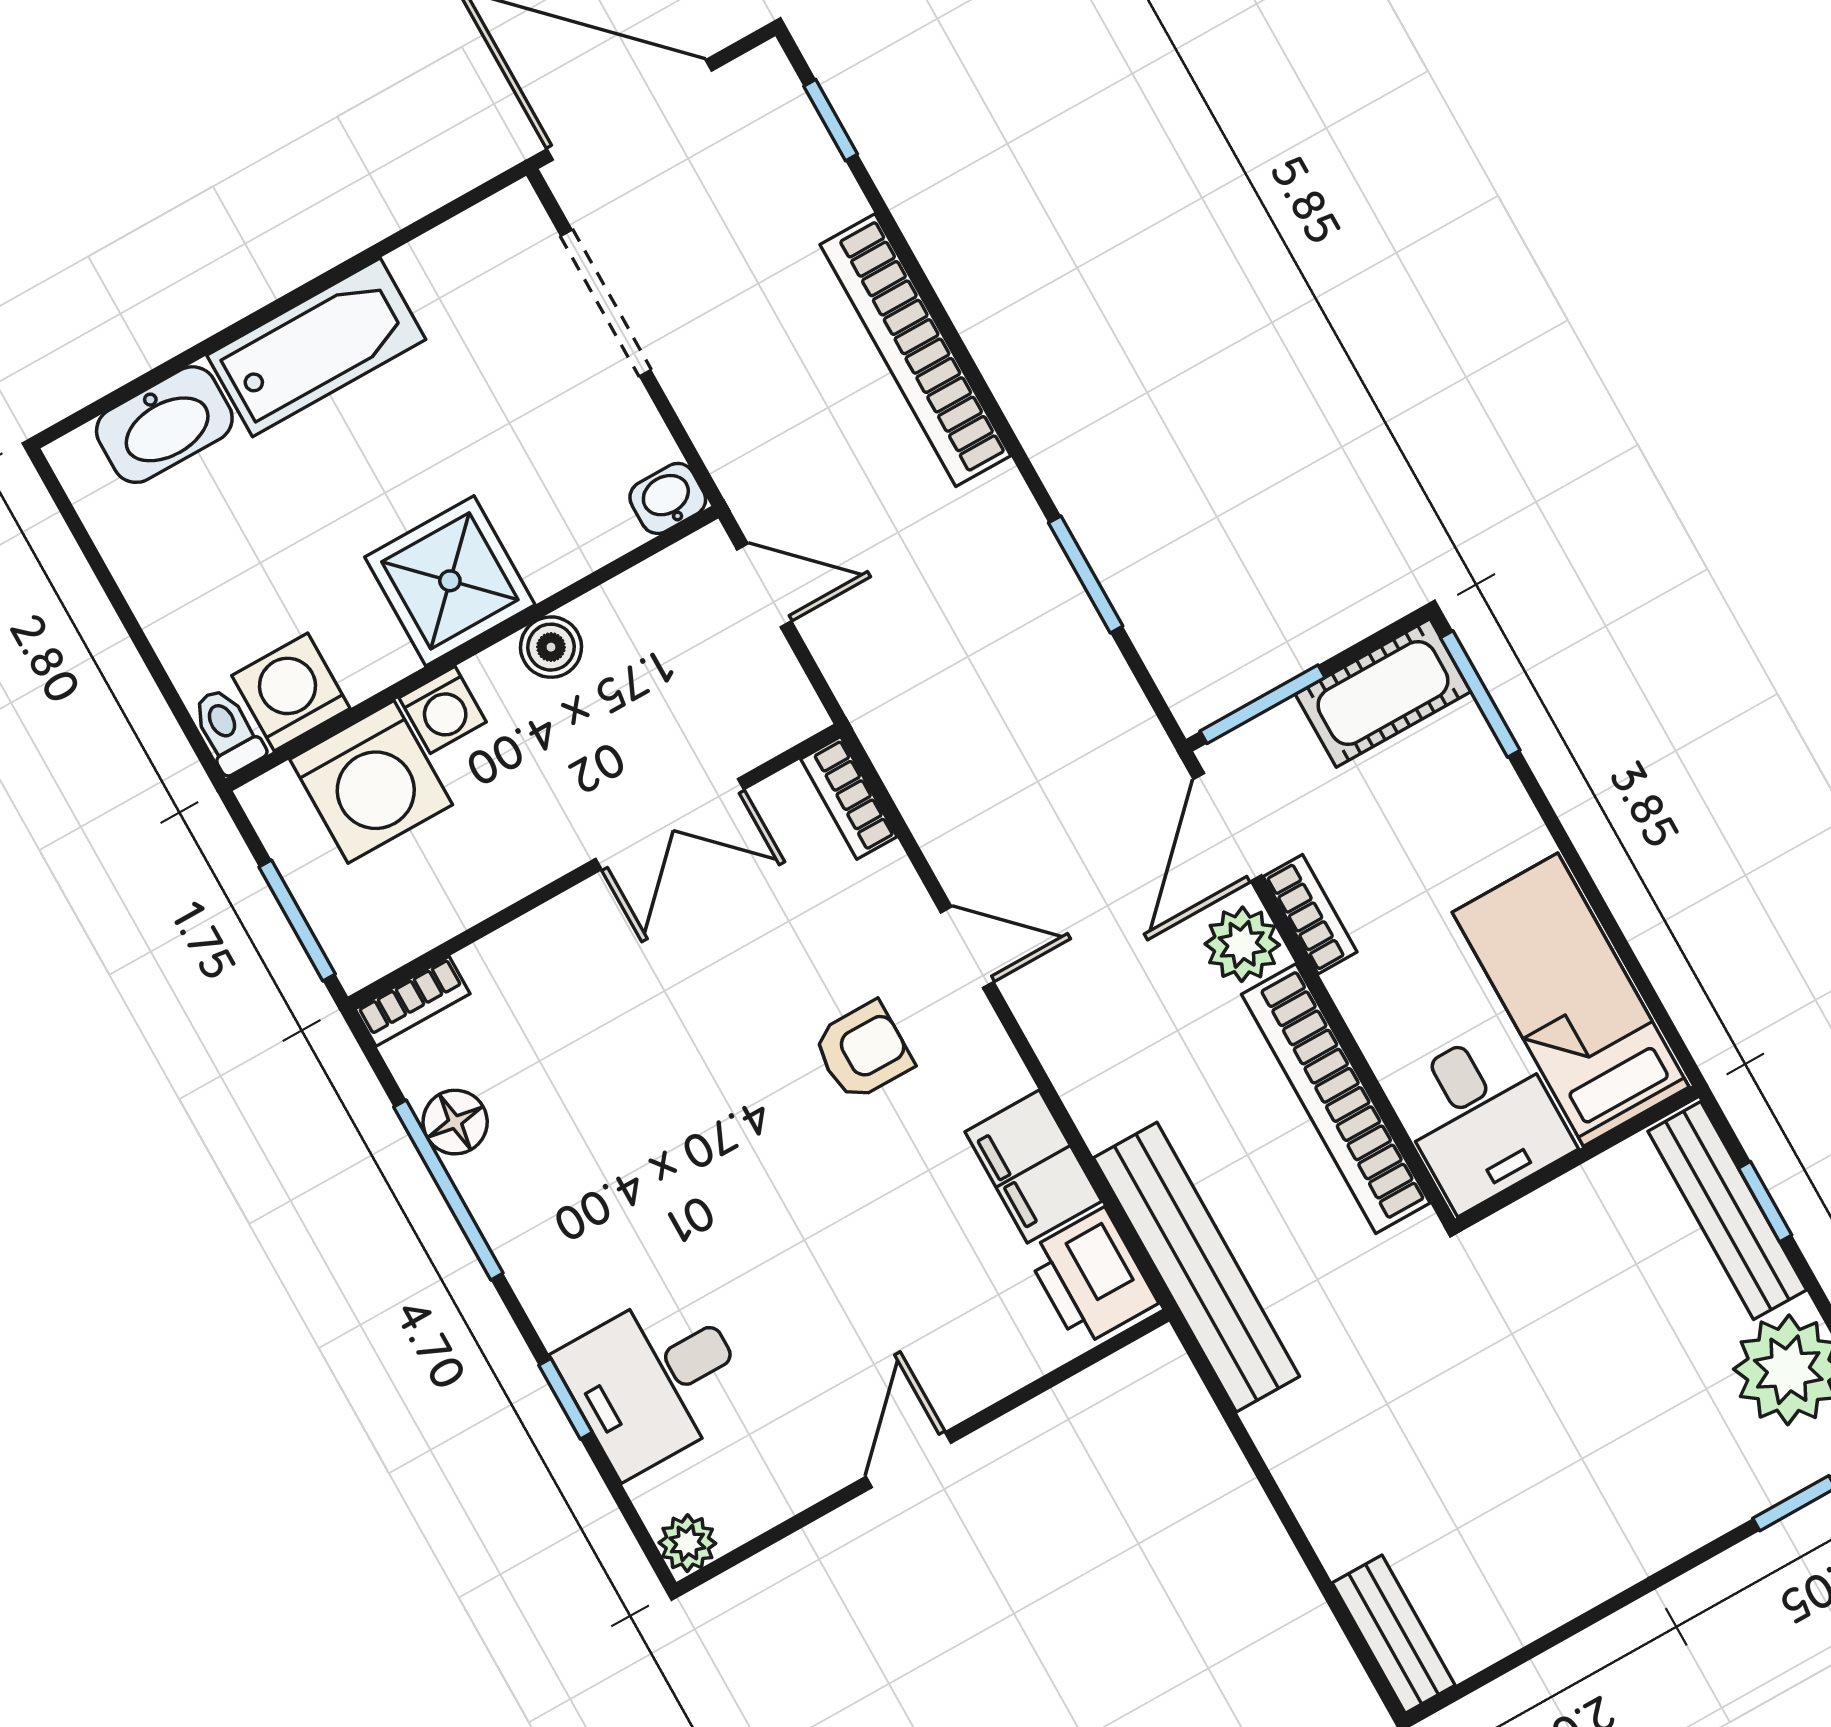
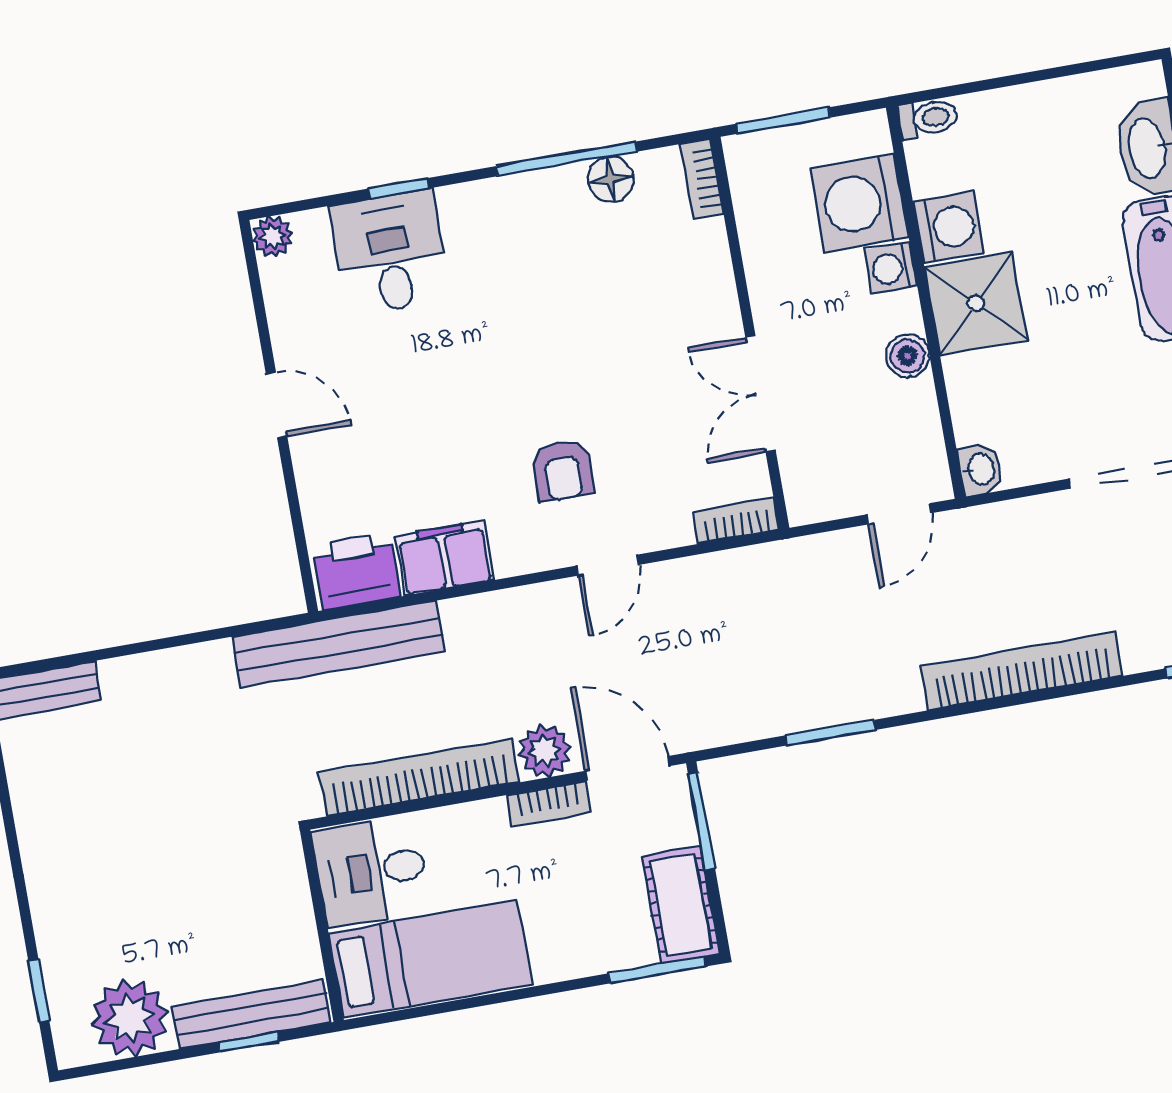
washing machine: (291, 692) -> (949, 227), moved

